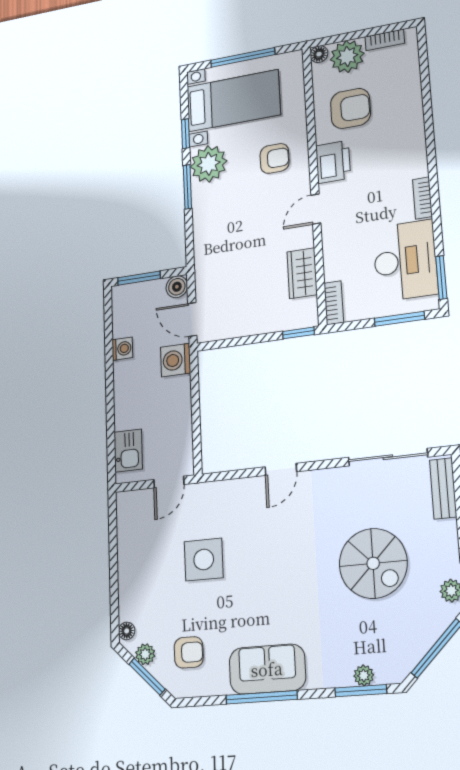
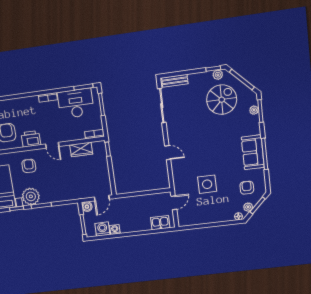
washing machine: (176, 360) -> (102, 229), moved, turned 180
door: (169, 482) -> (174, 203), hinge flipped
spiral stairs: (373, 563) -> (222, 100), moved

